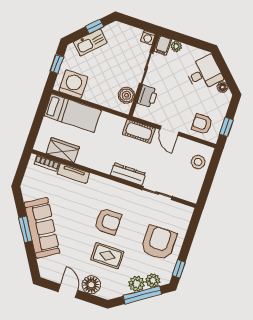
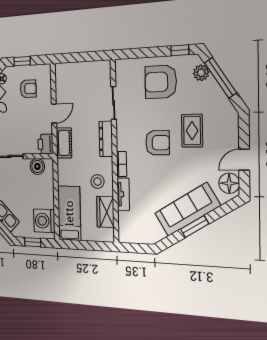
printer: (148, 96) -> (45, 144), moved, turned -90
armchair: (202, 124) -> (28, 89), moved, turned -90
window: (226, 127) -> (22, 61), moved
stool: (198, 162) -> (97, 181), moved
bookcase: (47, 163) -> (122, 164), moved
armchair: (108, 221) -> (158, 143), turned 90
plant: (137, 284) -> (211, 89), removed
floor lamp: (91, 285) -> (229, 183), moved

